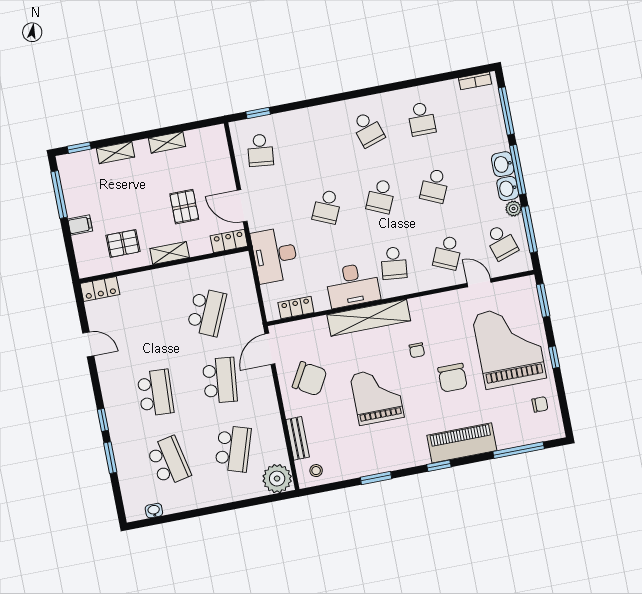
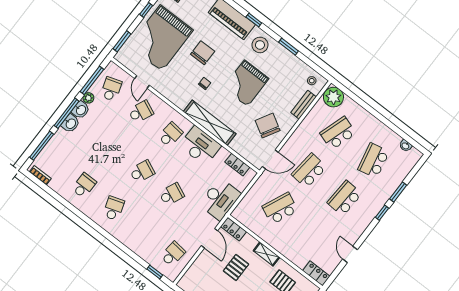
school desk: (435, 186) -> (112, 149), removed
stool: (405, 448) -> (260, 45), added

